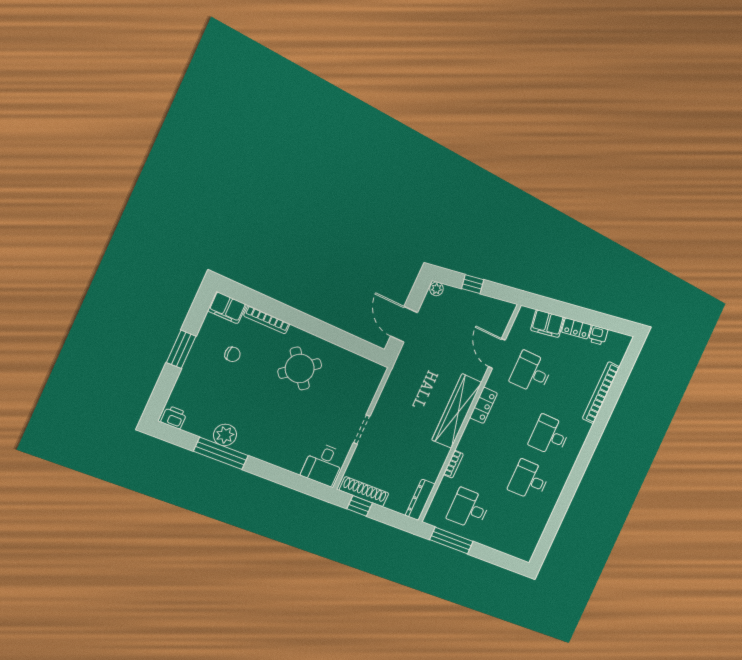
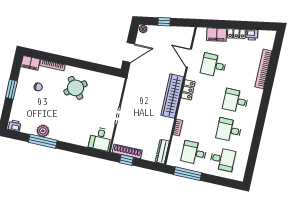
door: (404, 324) -> (129, 52), swing flipped
desk: (509, 524) -> (223, 159), added

